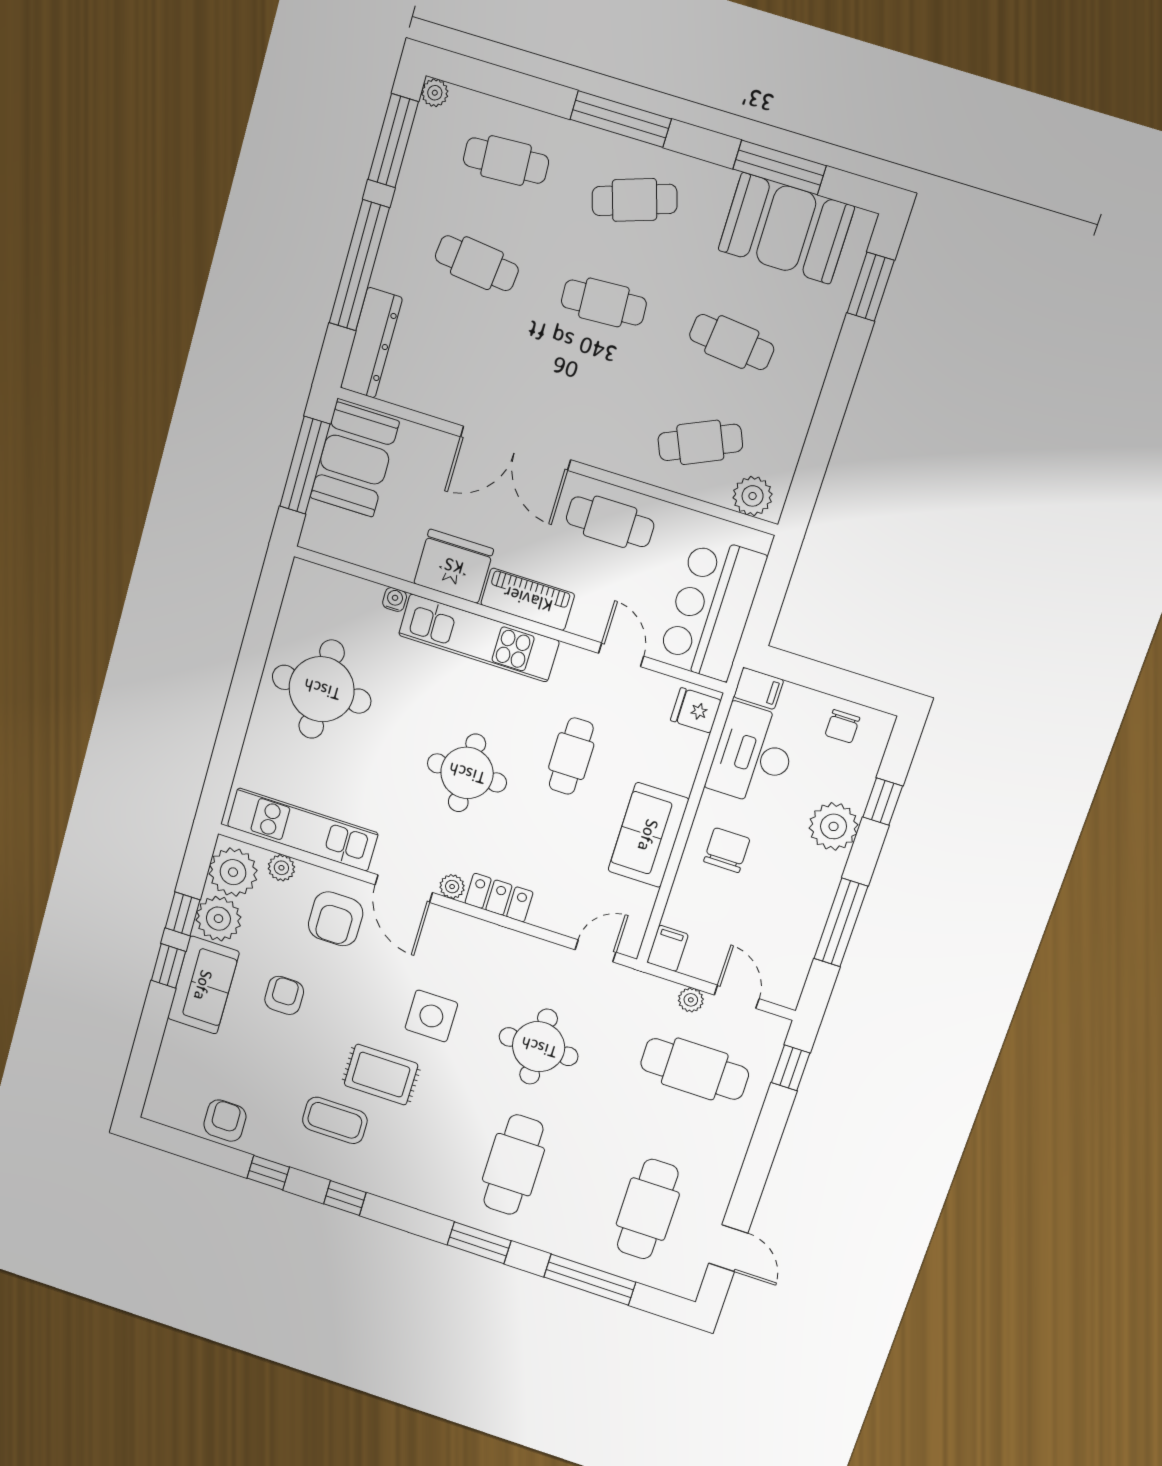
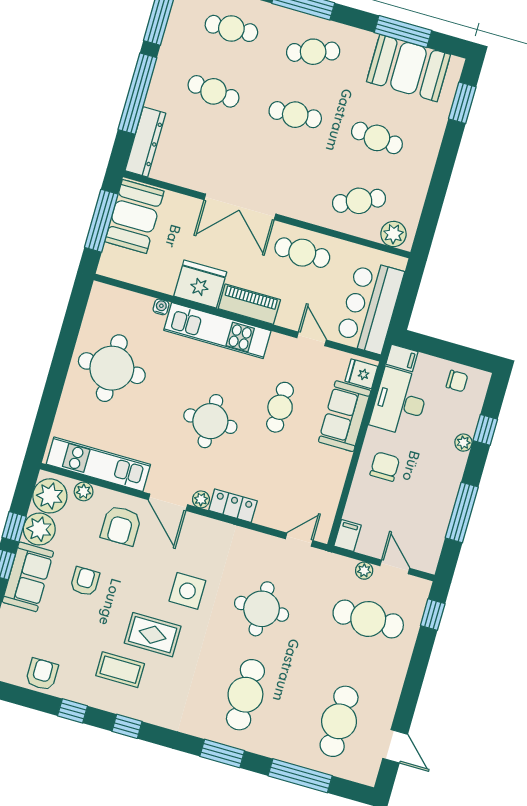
chair: (842, 726) -> (457, 381), turned -90
plant: (834, 826) -> (463, 443), width x0.53, depth x0.53
sofa: (648, 835) -> (345, 416), moved

